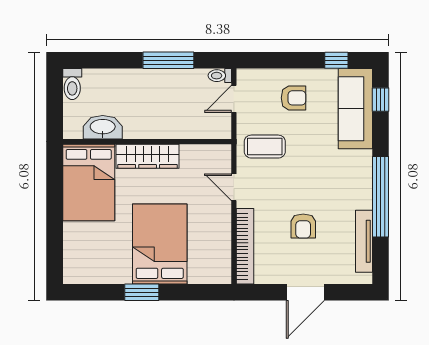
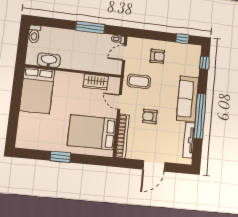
sofa: (355, 109) -> (188, 99), moved
wardrobe: (148, 156) -> (96, 82), moved, width x0.67
armchair: (303, 226) -> (150, 116), moved, turned 90
bed: (160, 244) -> (92, 132), moved, turned -90

